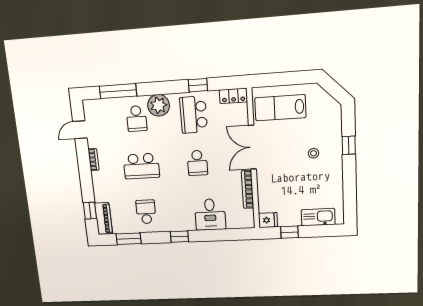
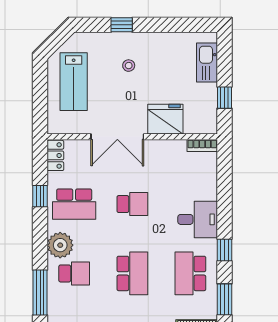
lab bench: (280, 108) -> (74, 82), moved
bookcase: (248, 189) -> (202, 145), moved, width x0.64
school desk: (146, 212) -> (190, 273), width x1.85
desk: (210, 214) -> (198, 219), moved
fridge: (268, 220) -> (165, 119), moved, width x1.88, depth x1.34
window: (179, 237) -> (225, 250), moved

